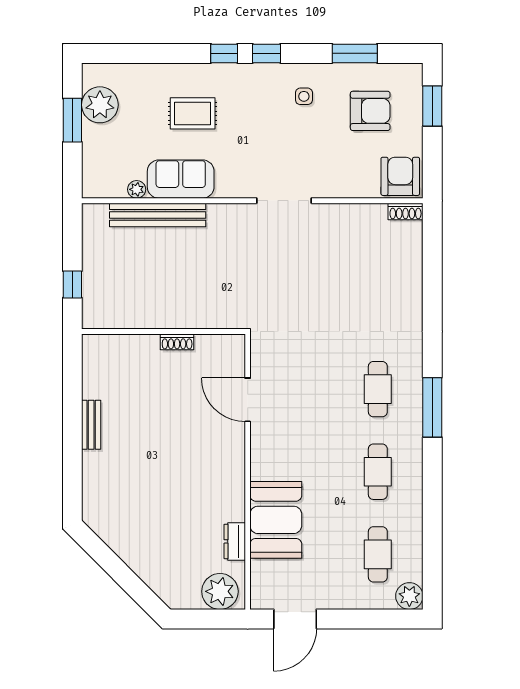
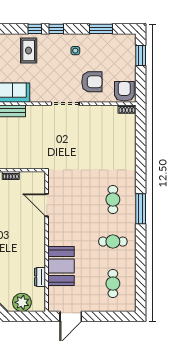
armchair: (370, 111) -> (92, 82), moved
rug: (193, 113) -> (29, 51), moved, turned 90
cafe table: (378, 472) -> (113, 242), turned 90
plant: (220, 591) -> (22, 302), moved
plant: (409, 596) -> (129, 305), removed

